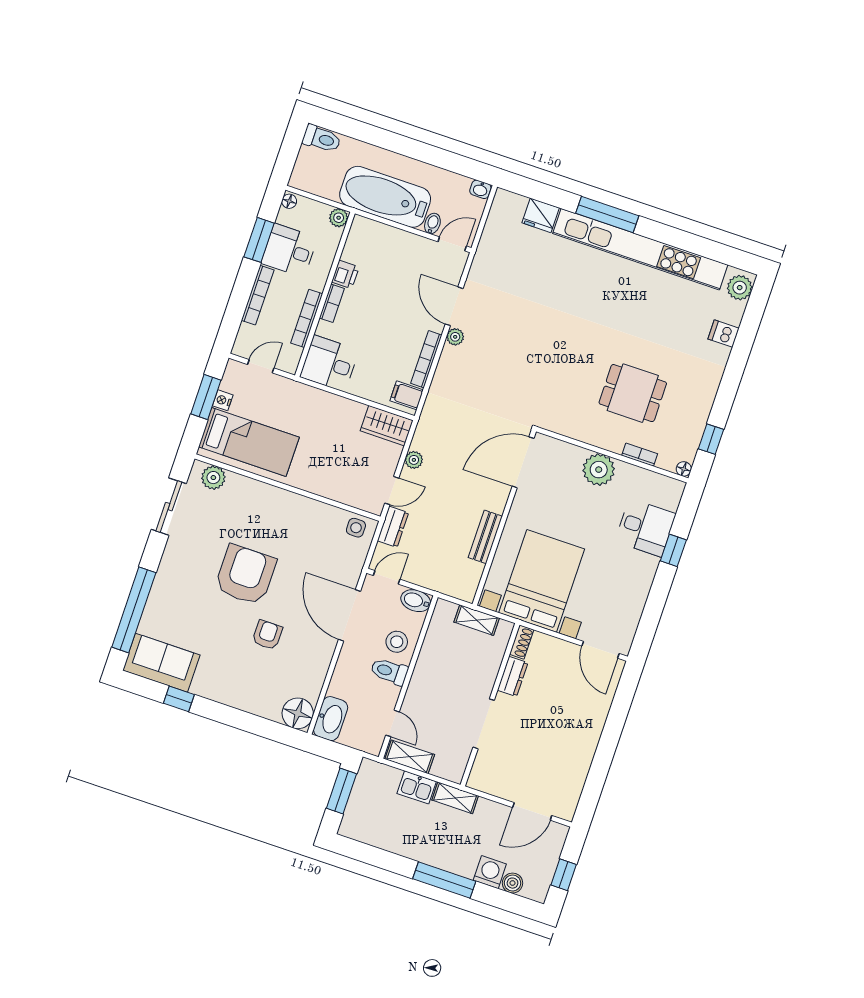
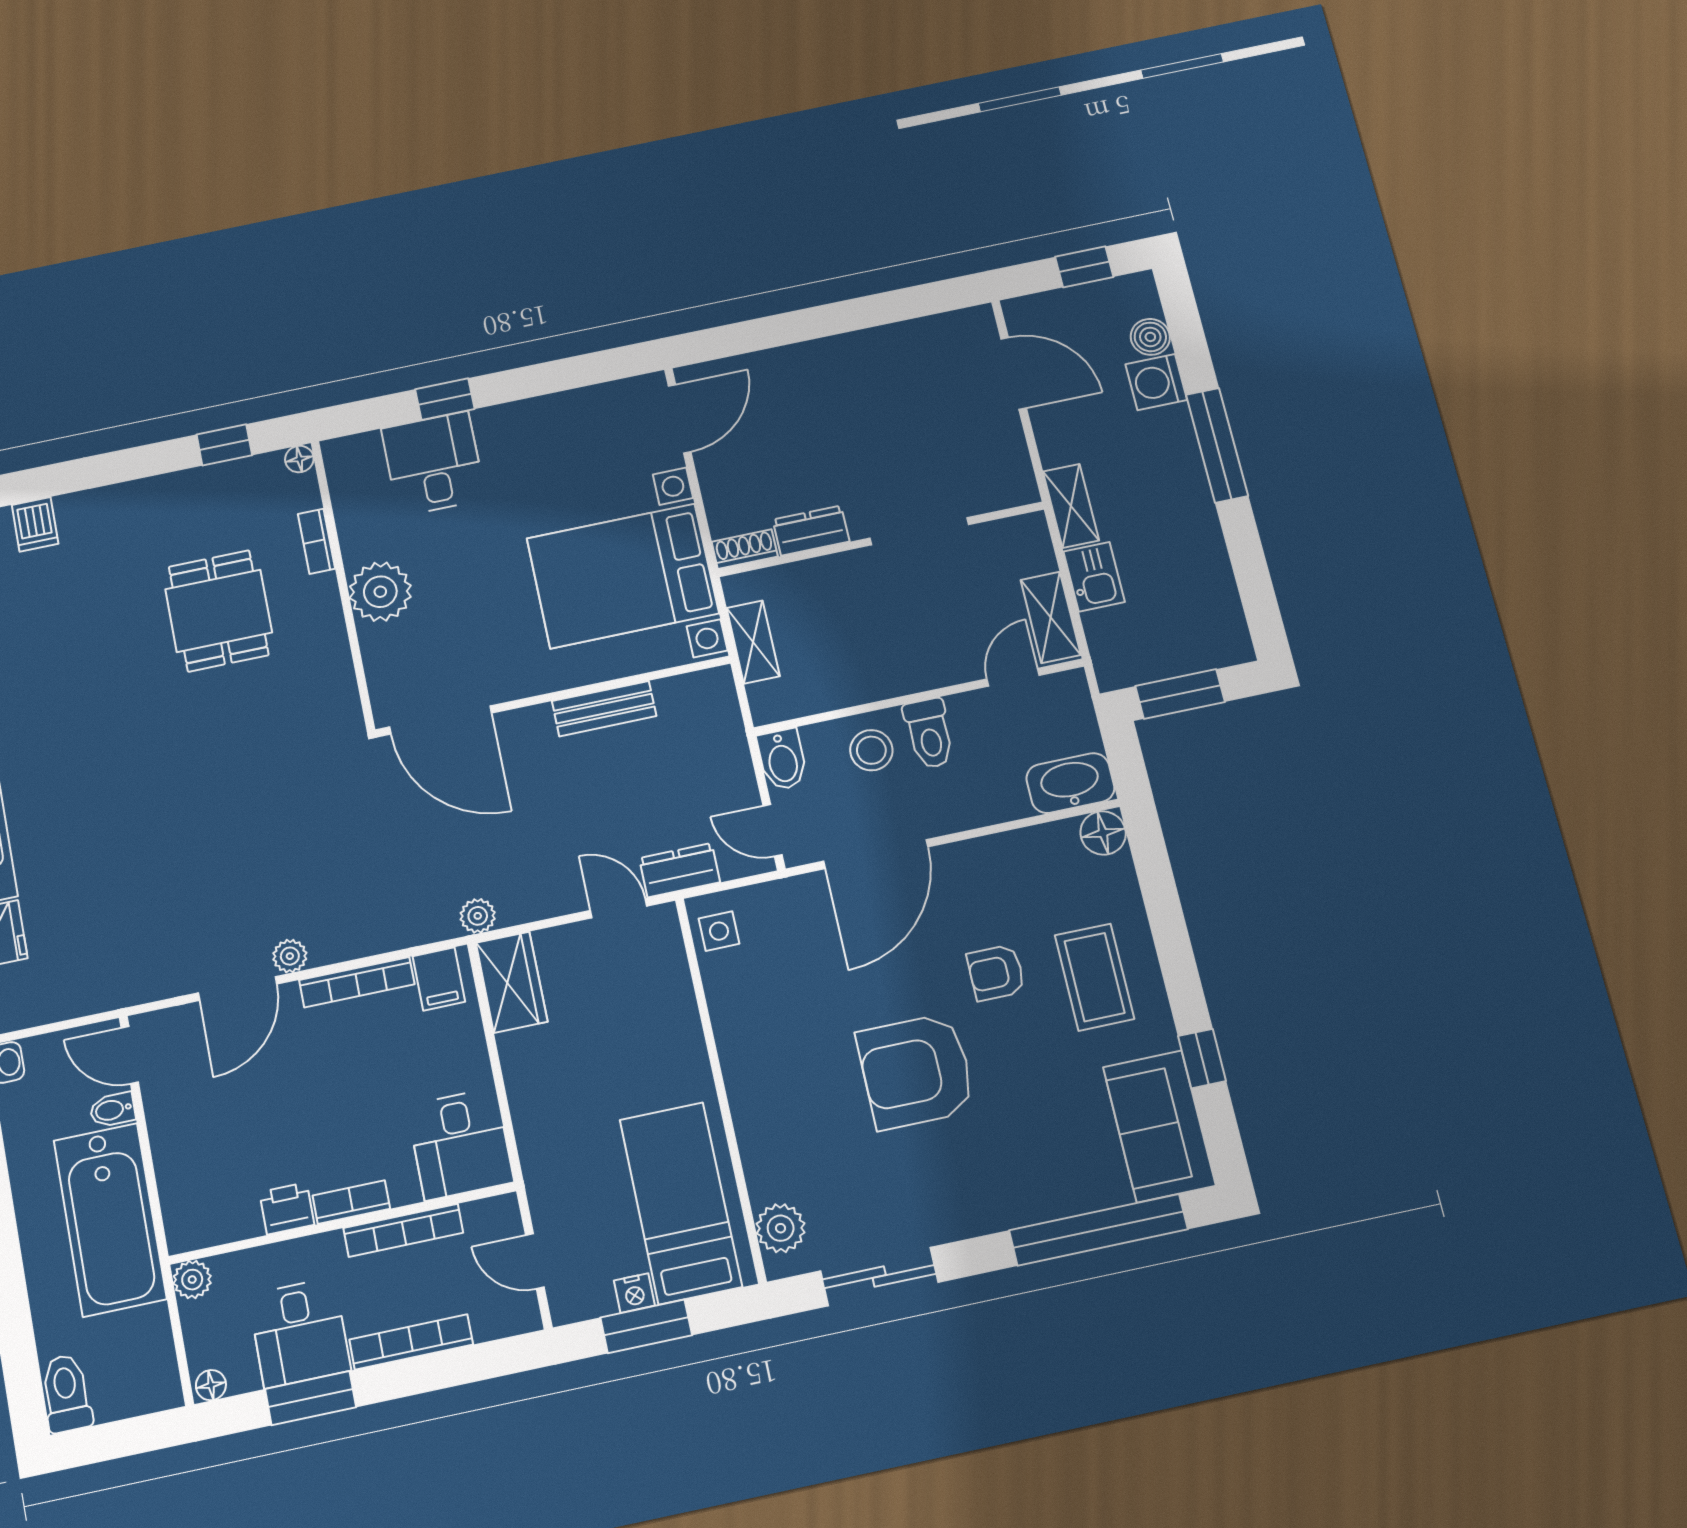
plant: (414, 460) -> (478, 916), moved
coffee table: (240, 676) -> (1095, 977), added
floor lamp: (298, 713) -> (1103, 833), width x0.73, depth x0.73

